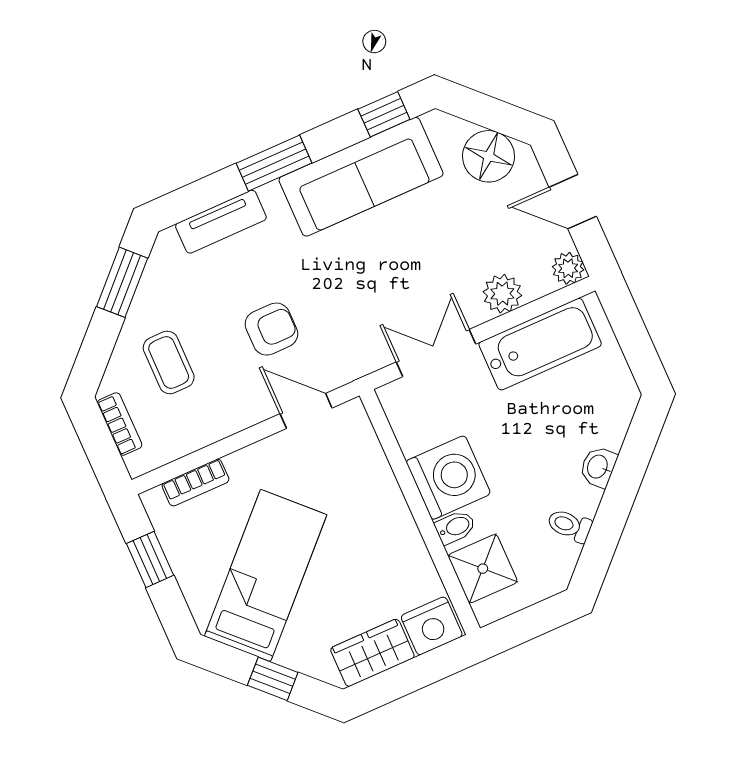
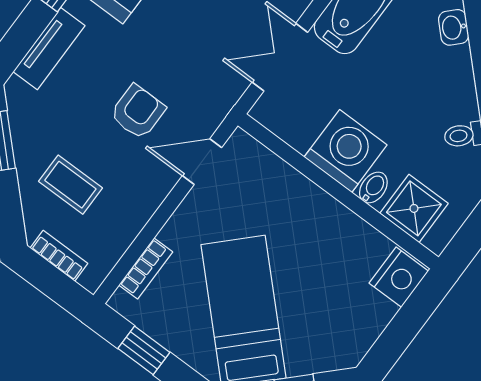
washbasin: (598, 467) -> (454, 27), moved
wardrobe: (372, 653) -> (364, 325), removed

